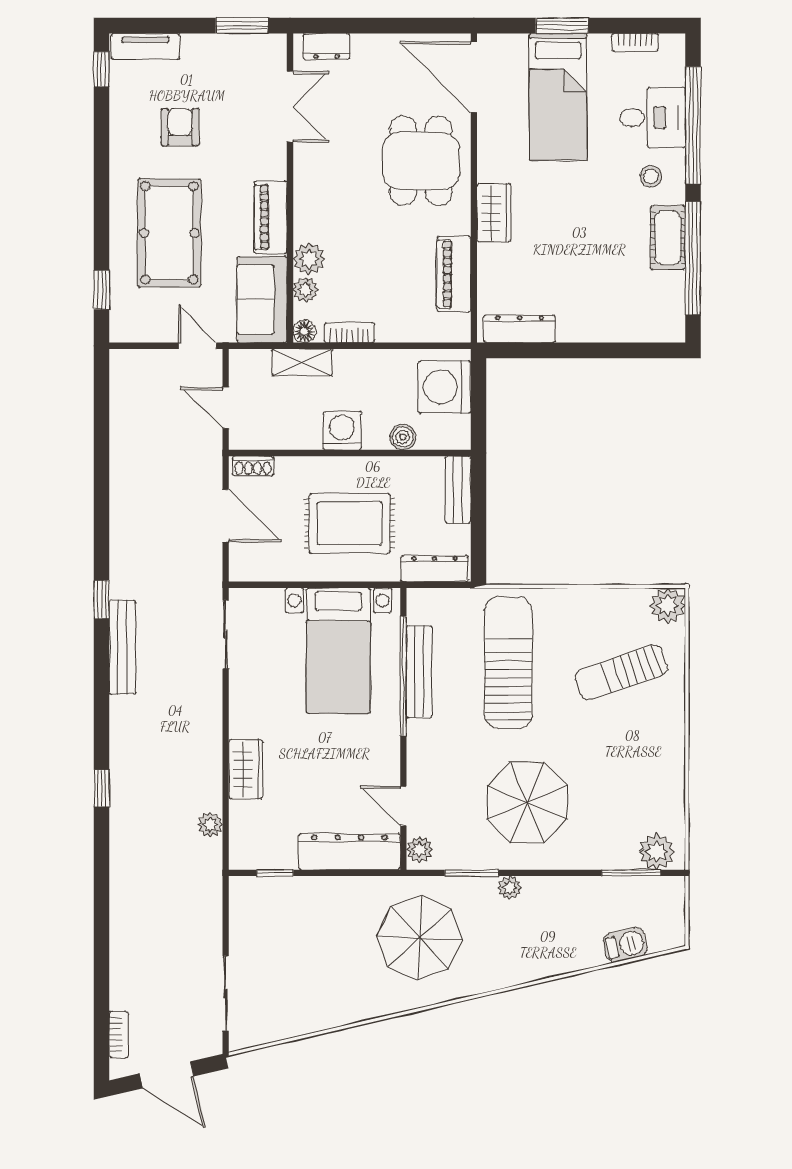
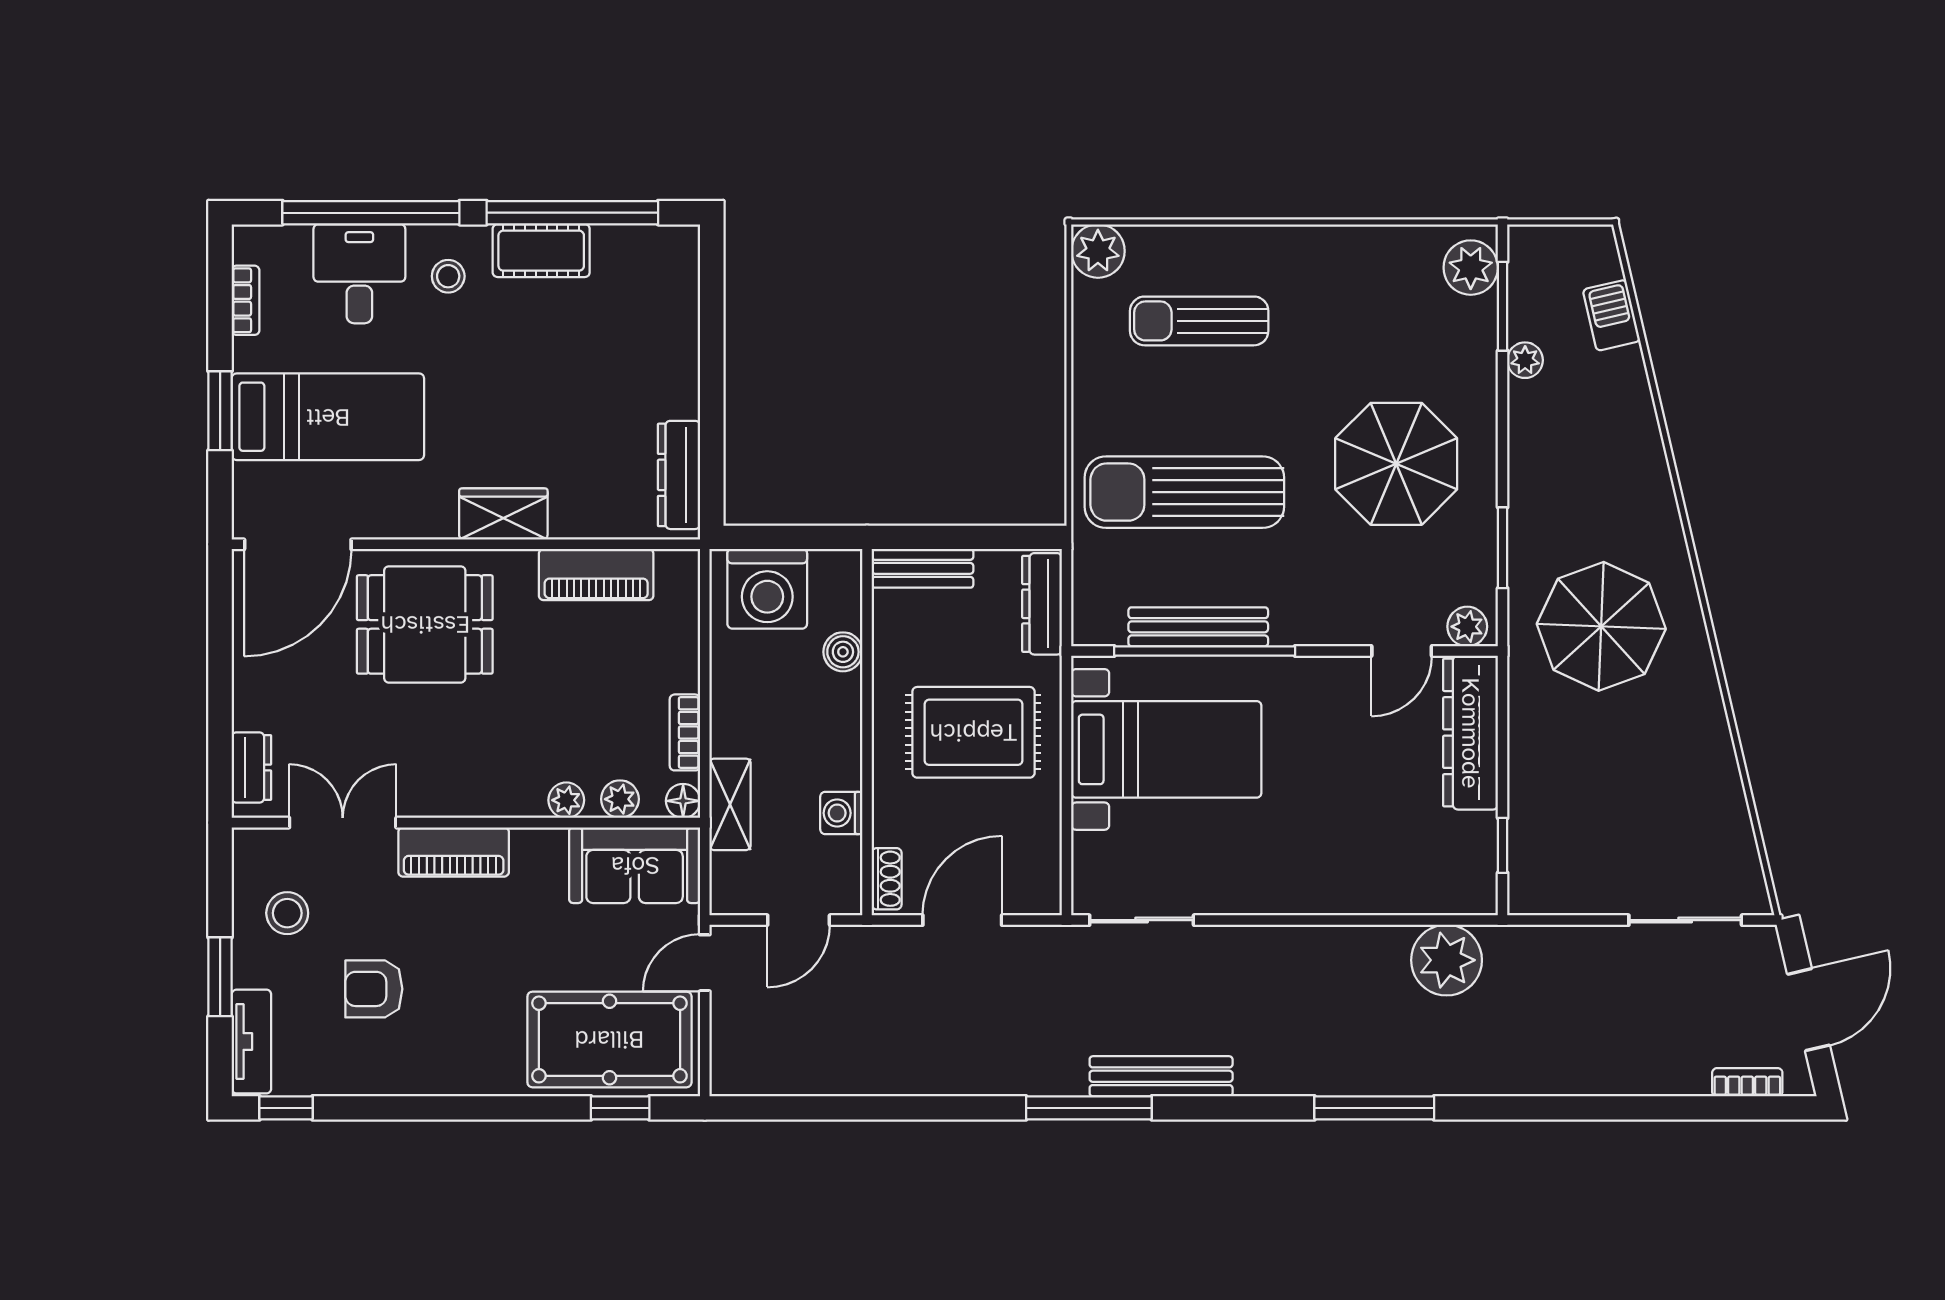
window: (242, 26) -> (220, 977), moved
stool: (230, 70) -> (287, 913), added
piano: (271, 217) -> (454, 852), moved
pool table: (169, 233) -> (609, 1039), moved
plant: (309, 259) -> (566, 800), width x0.73, depth x0.73
washing machine: (342, 431) -> (841, 813), moved, width x0.73, depth x0.73
rug: (350, 523) -> (973, 732), turned 90
window: (102, 600) -> (1089, 1108), width x2.17
sun lounger: (621, 672) -> (1199, 321), turned 109
wardrobe: (246, 769) -> (1346, 890), removed
window: (102, 788) -> (1374, 1108), width x2.17
plant: (210, 825) -> (1447, 960), width x1.87, depth x1.87
plant: (510, 888) -> (1525, 360), moved

